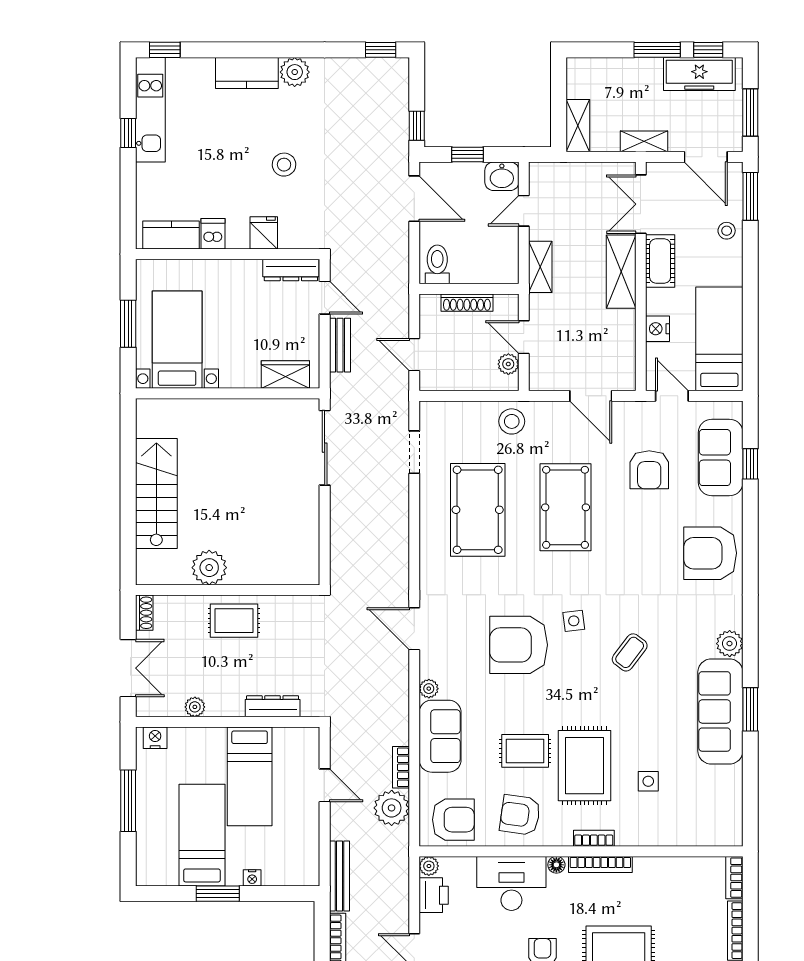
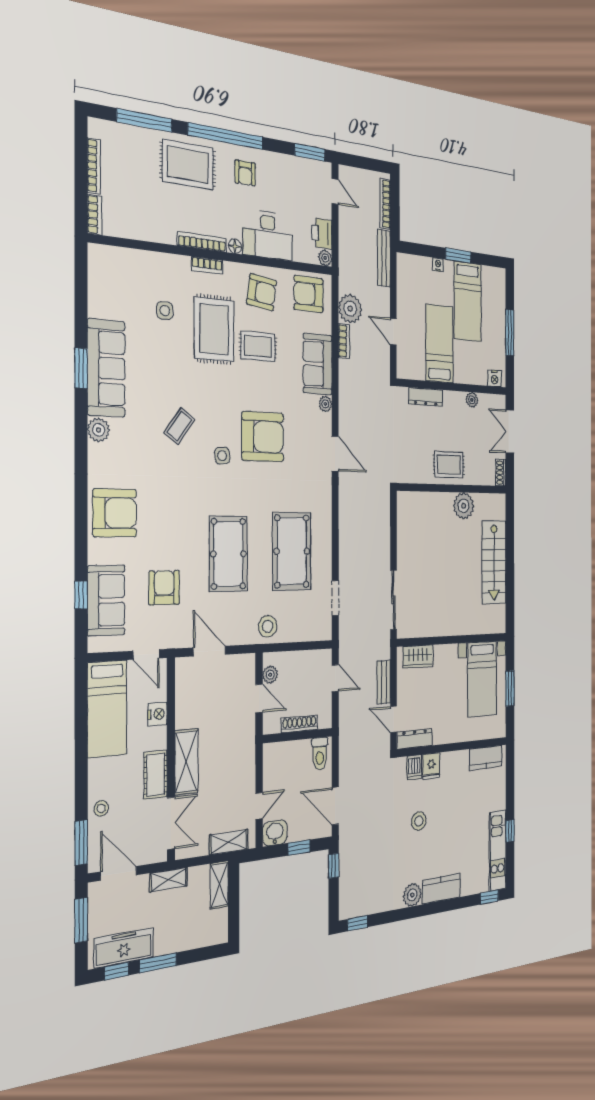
dishwasher: (213, 234) -> (414, 767), moved
shelving: (540, 267) -> (229, 842), moved, turned 90

